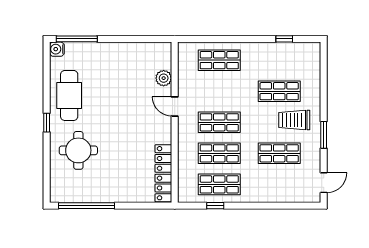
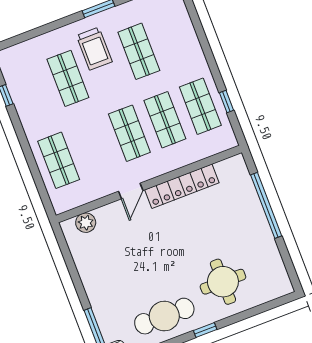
plant: (164, 78) -> (86, 223), moved
locker: (163, 173) -> (182, 186), moved
window: (87, 206) -> (266, 205), moved

